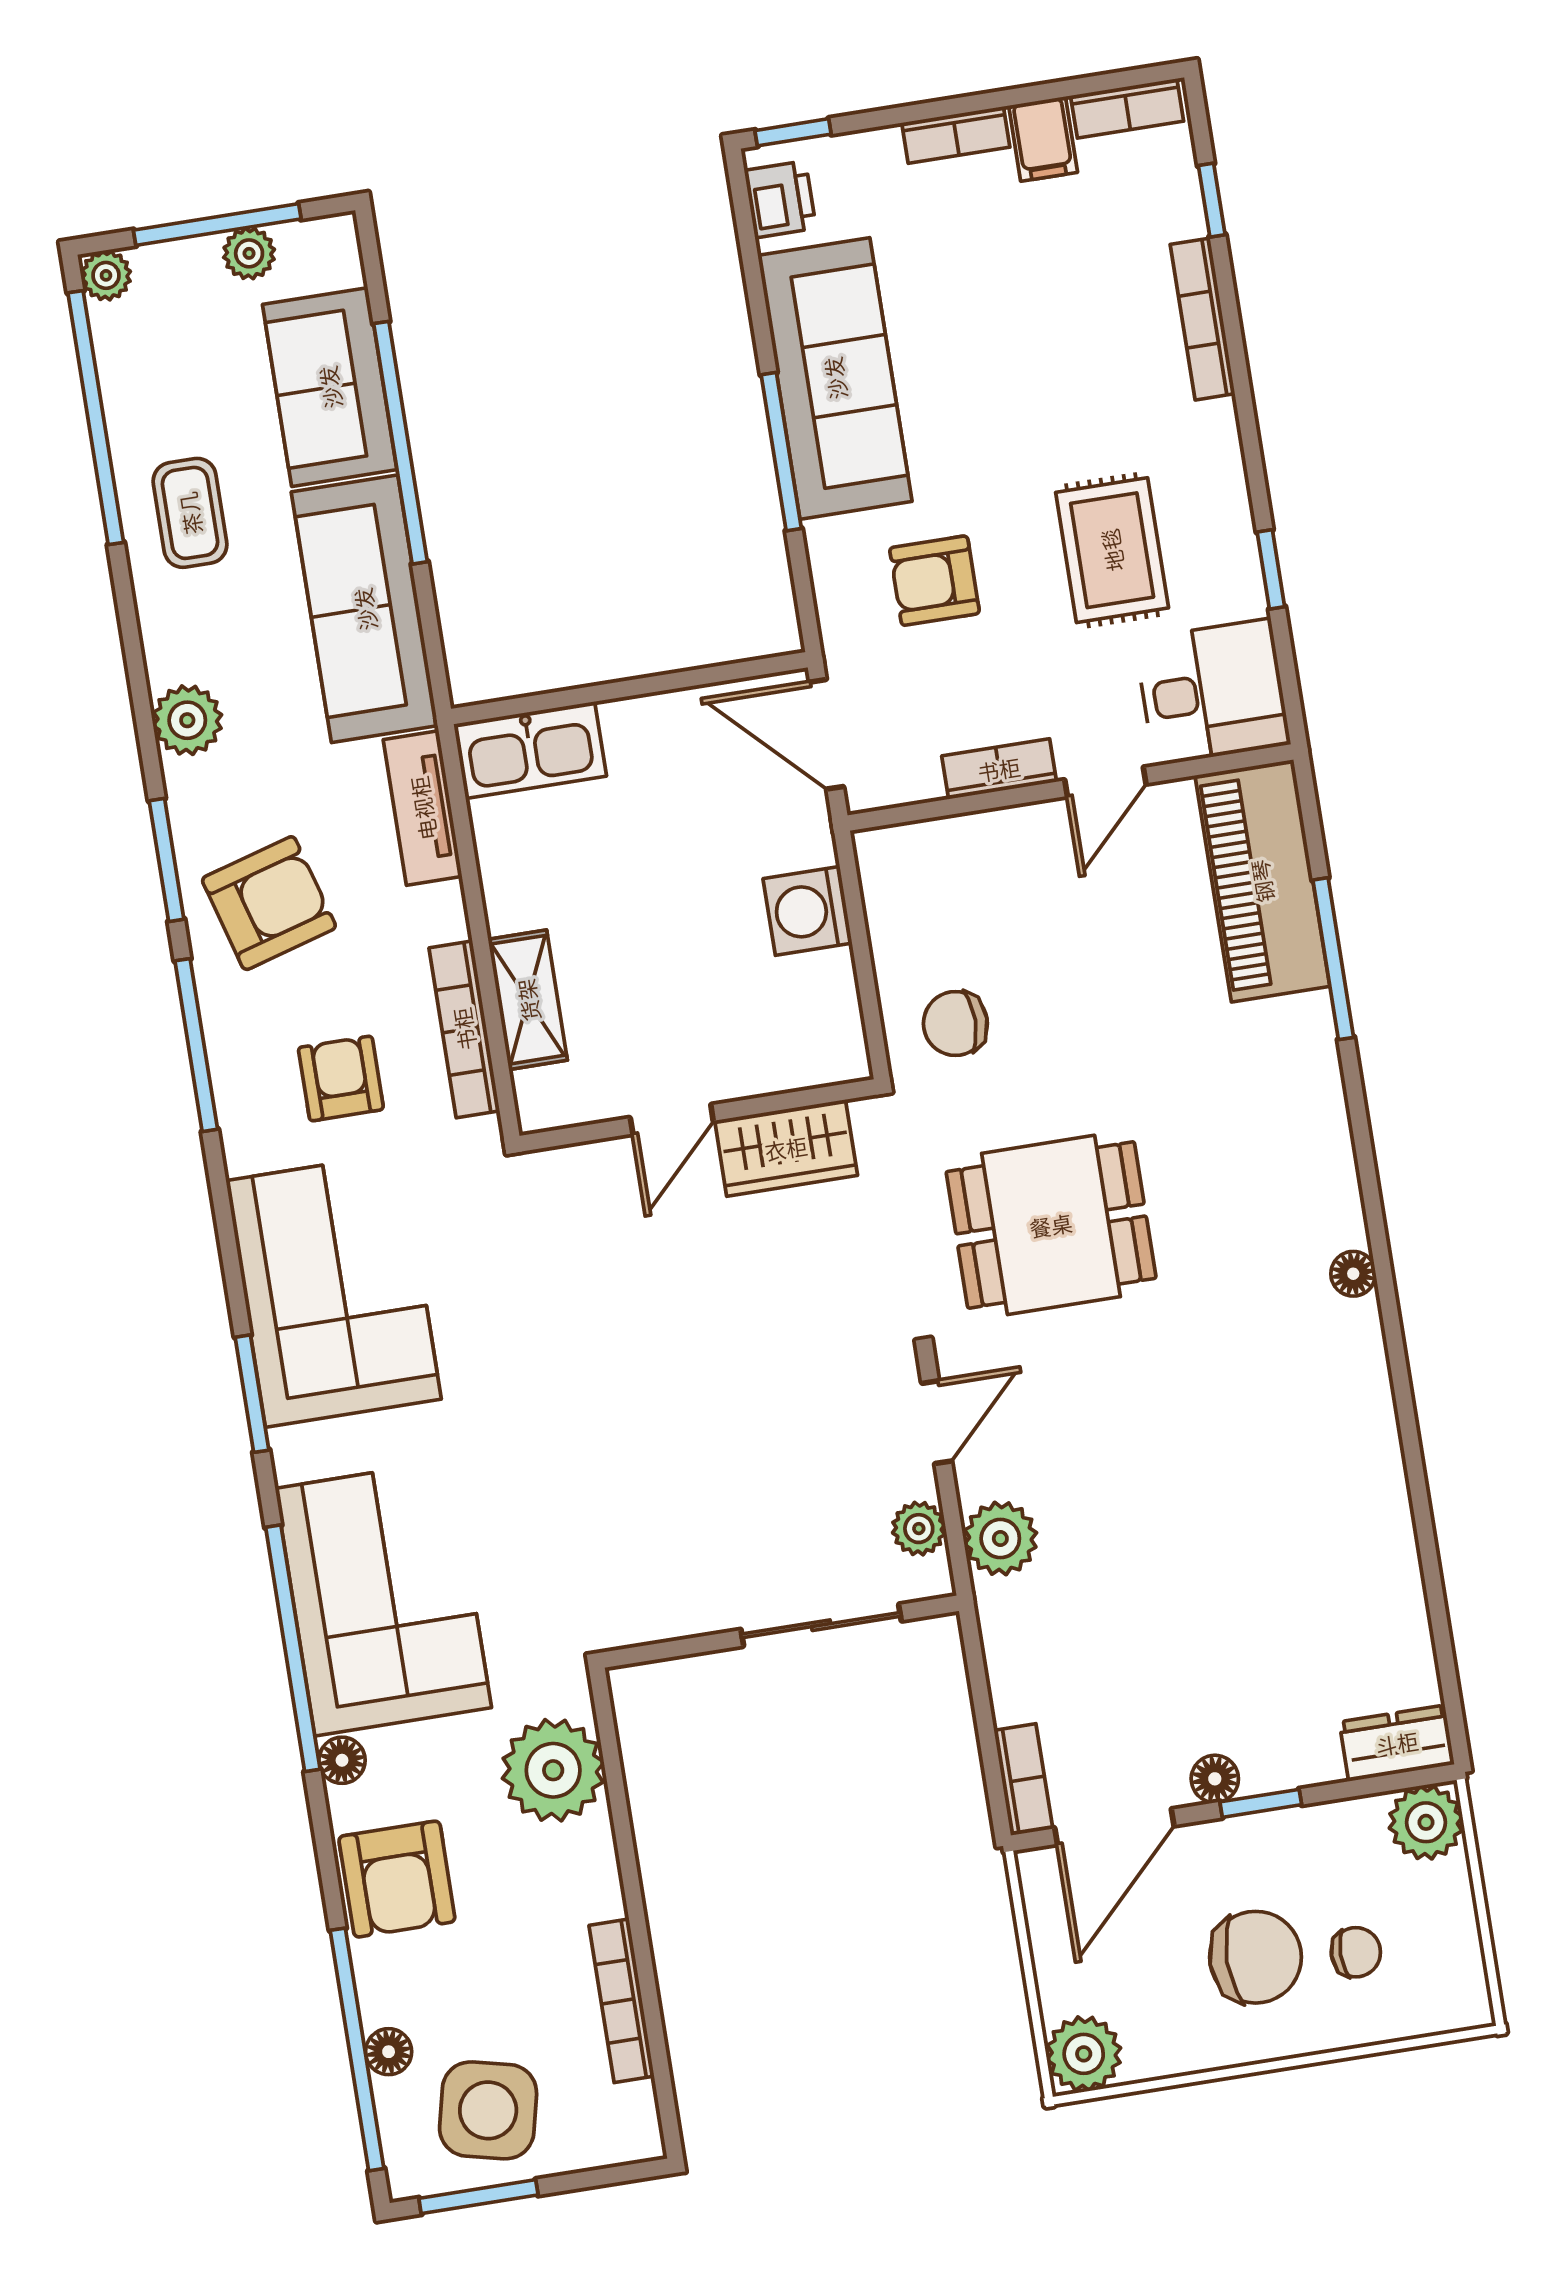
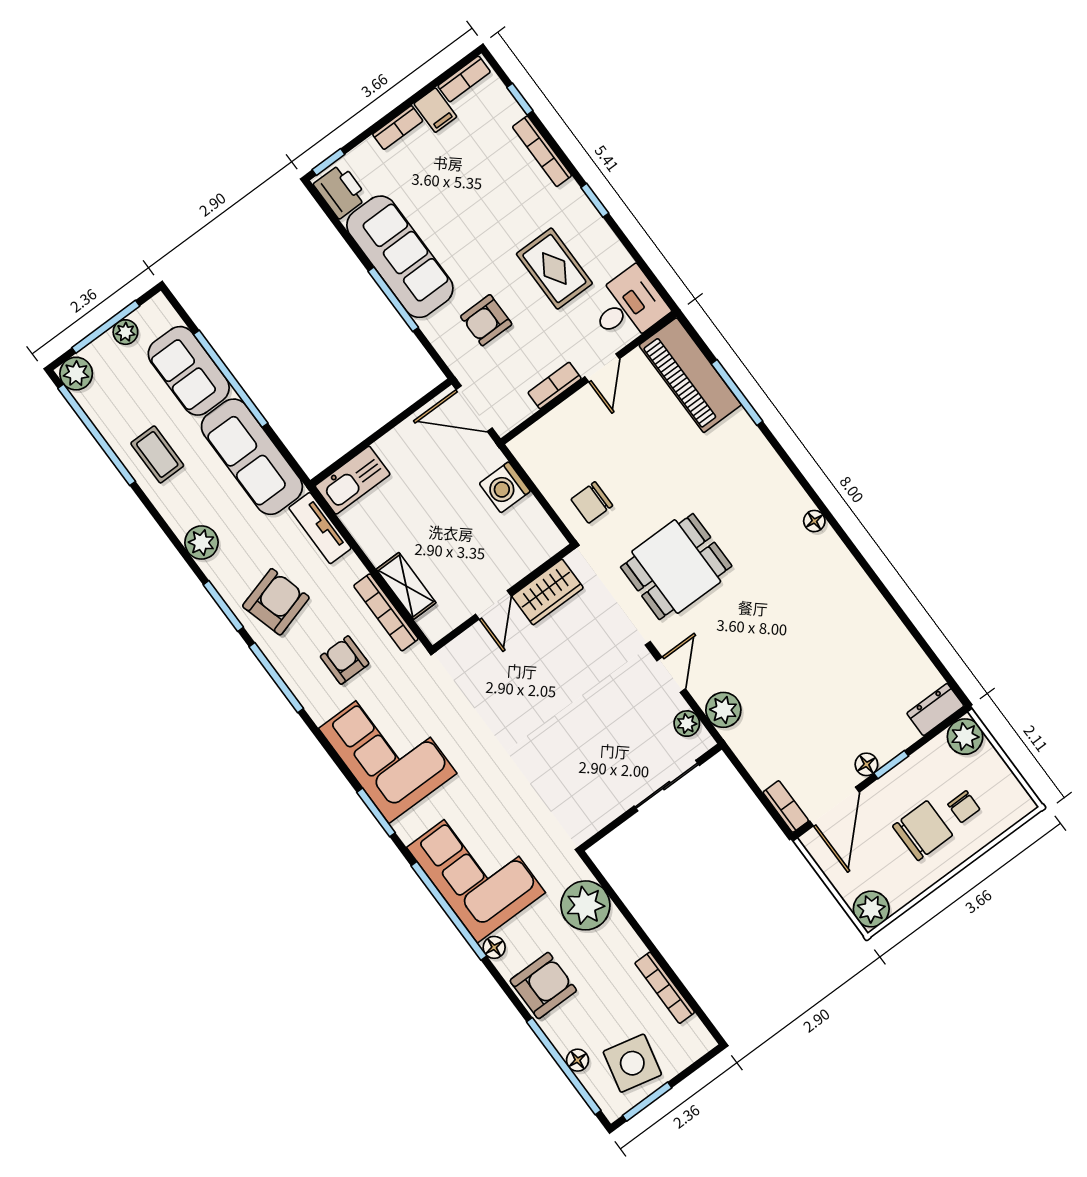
printer: (780, 199) -> (341, 191), width x1.36, depth x1.24
plant: (106, 275) -> (76, 374), width x1.38, depth x1.38
window: (1271, 569) -> (595, 200), moved
armchair: (397, 1879) -> (543, 985), turned -90
chair: (1356, 1952) -> (964, 807), turned 90

